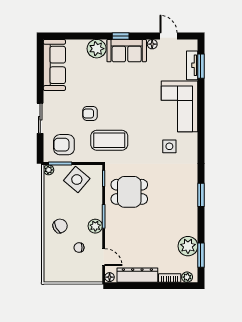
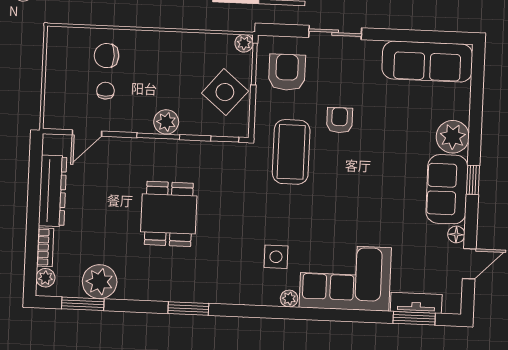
plant: (193, 138) -> (289, 299), added
dining table: (129, 192) -> (169, 214), moved
chair: (60, 226) -> (107, 56), moved, turned 119
plant: (95, 226) -> (166, 122), moved
floor lamp: (110, 277) -> (51, 142), removed

